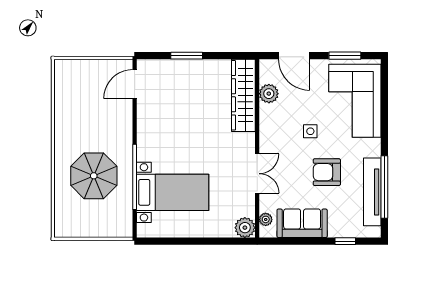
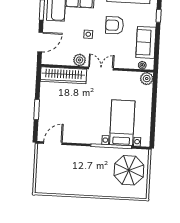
door: (135, 84) -> (53, 143), swing flipped
plant: (269, 94) -> (79, 60), moved
armchair: (327, 172) -> (115, 25), turned 90
double door: (257, 174) -> (101, 68), moved
parasol: (94, 176) -> (129, 170), moved

